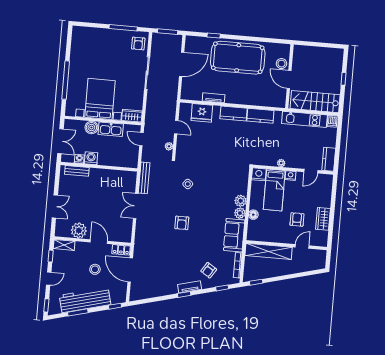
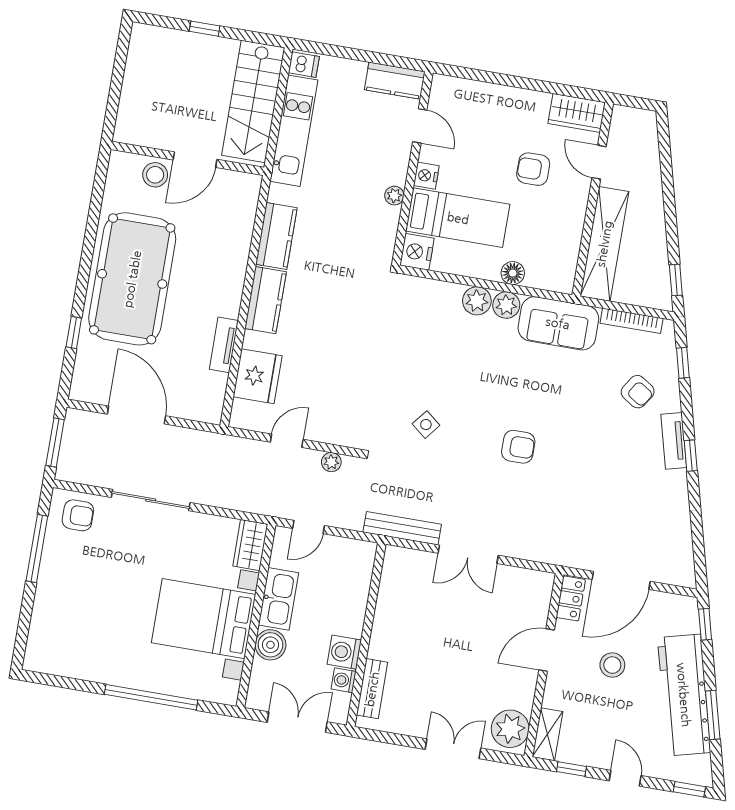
wardrobe: (323, 219) -> (577, 113), moved
plant: (79, 231) -> (510, 729), moved

